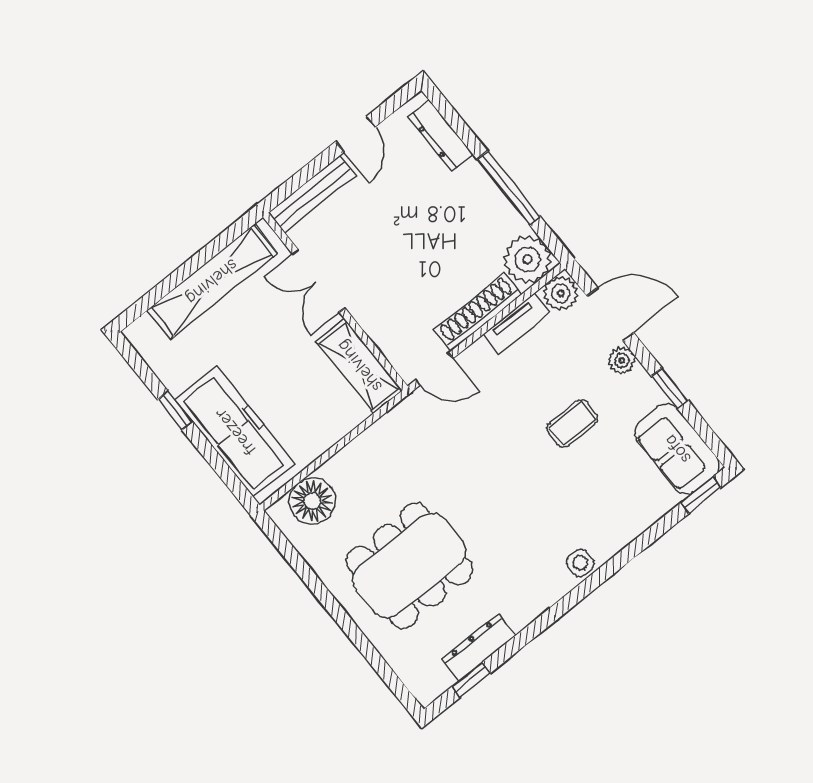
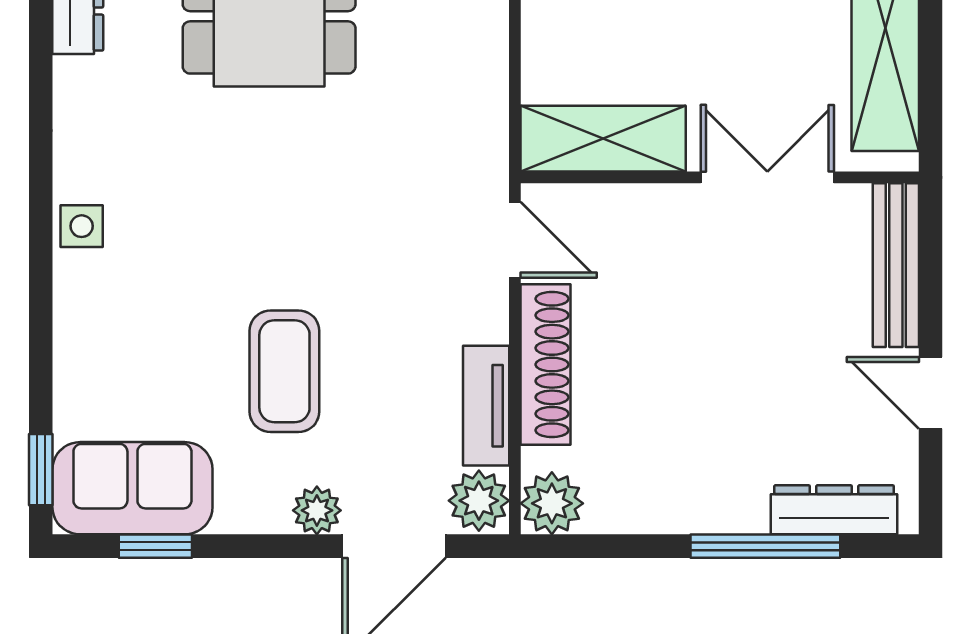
window: (509, 188) -> (765, 546), moved
plant: (527, 260) -> (552, 503), width x0.73, depth x0.73
door: (434, 369) -> (515, 240), swing flipped
window: (670, 388) -> (155, 546), moved
coffee table: (572, 423) -> (284, 371), width x1.36, depth x1.30

